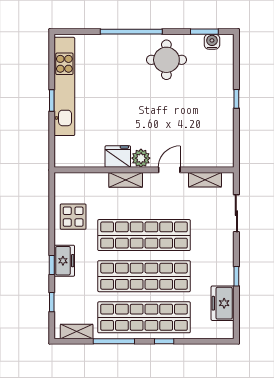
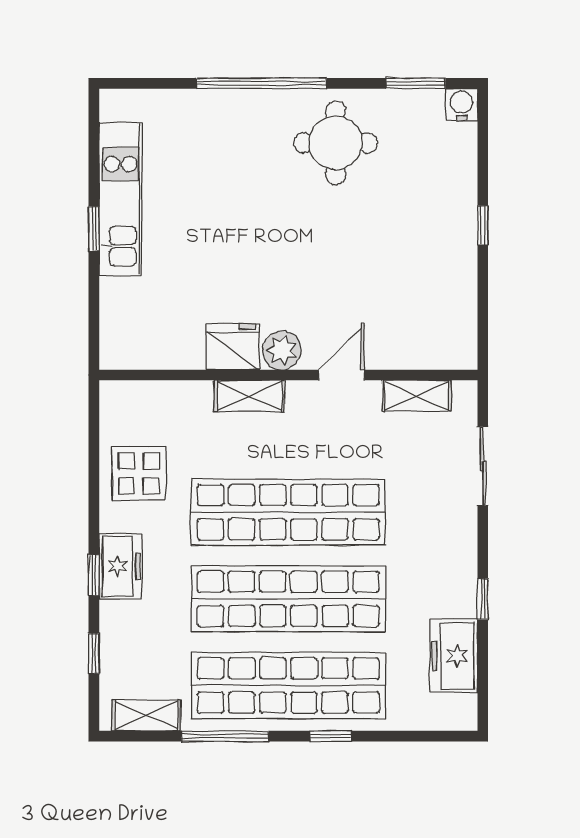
water cooler: (212, 42) -> (461, 105), moved
kitchen unit: (64, 86) -> (121, 199), width x0.73

